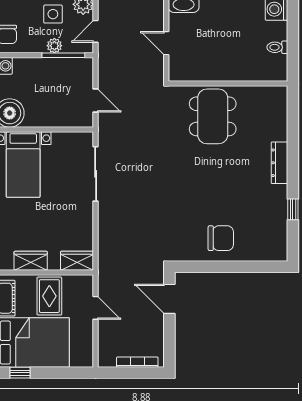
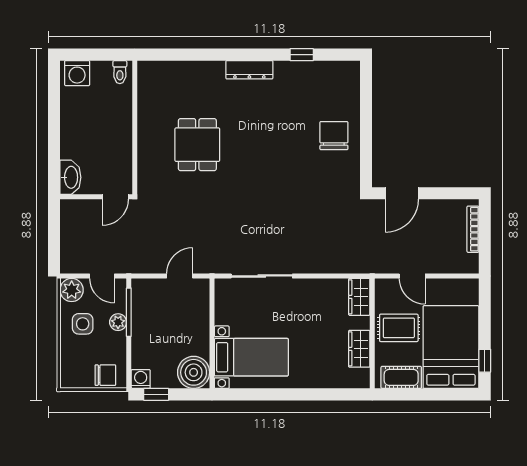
wall: (228, 84) -> (135, 128), moved
dining table: (213, 116) -> (197, 145), width x0.73
door: (96, 308) -> (412, 276), swing flipped

